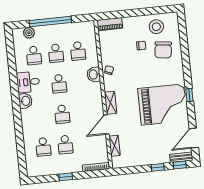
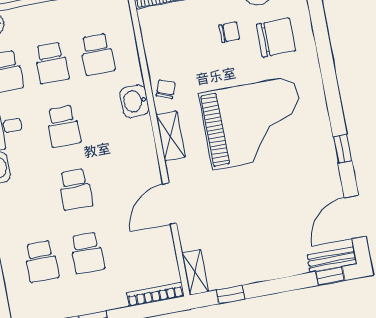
chair: (163, 50) -> (276, 38), turned -97
window: (189, 95) -> (342, 149), moved
shelving: (111, 103) -> (171, 136), moved
grand piano: (163, 105) -> (254, 123), moved
shelving: (115, 146) -> (195, 272), moved
window: (158, 167) -> (230, 295), moved

